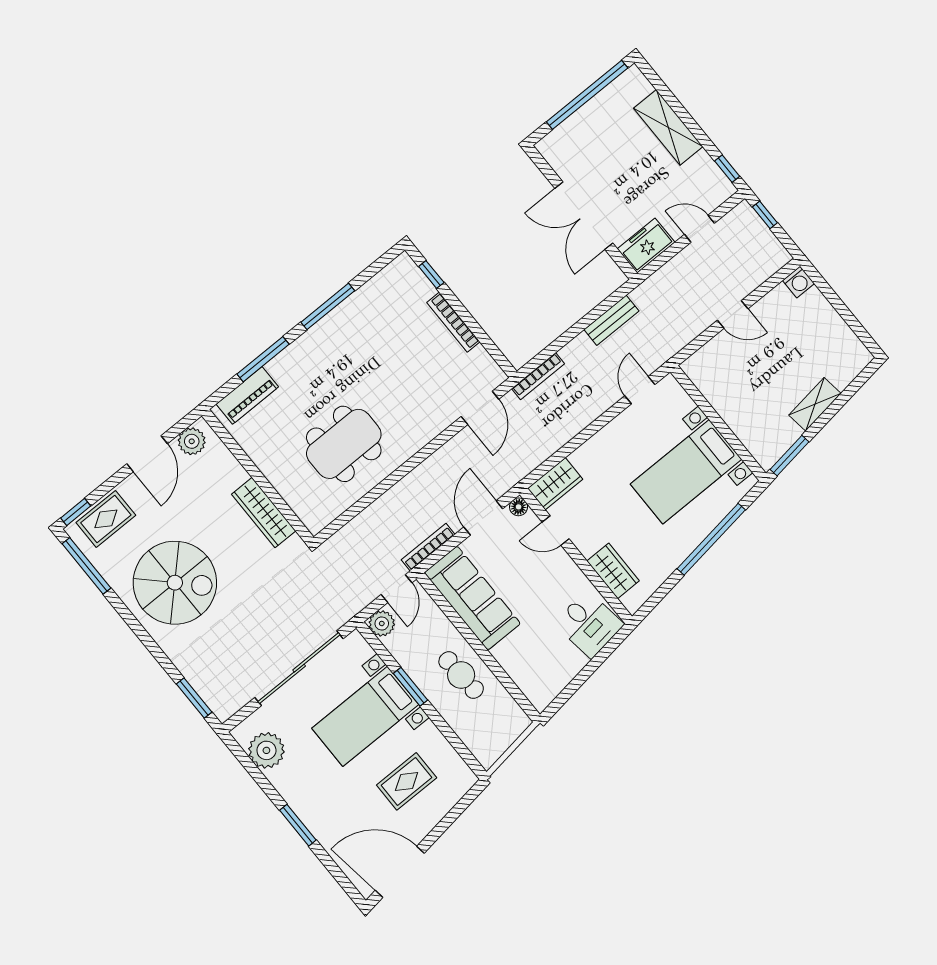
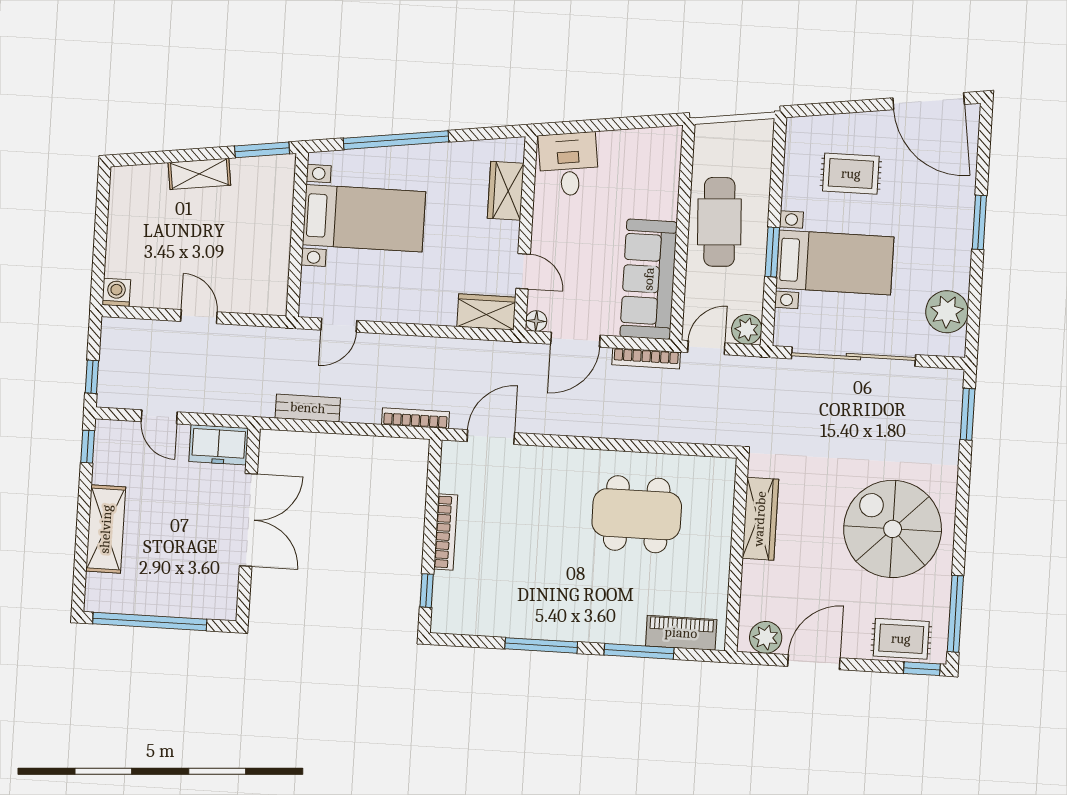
cafe table: (461, 675) -> (719, 222), width x1.37, depth x1.35

